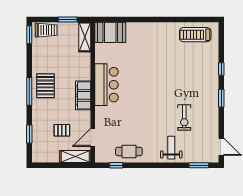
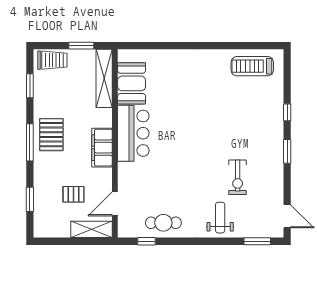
booth: (110, 32) -> (132, 83), moved, turned 90
window: (29, 35) -> (30, 86), moved
shelving: (85, 37) -> (104, 78), width x1.47

